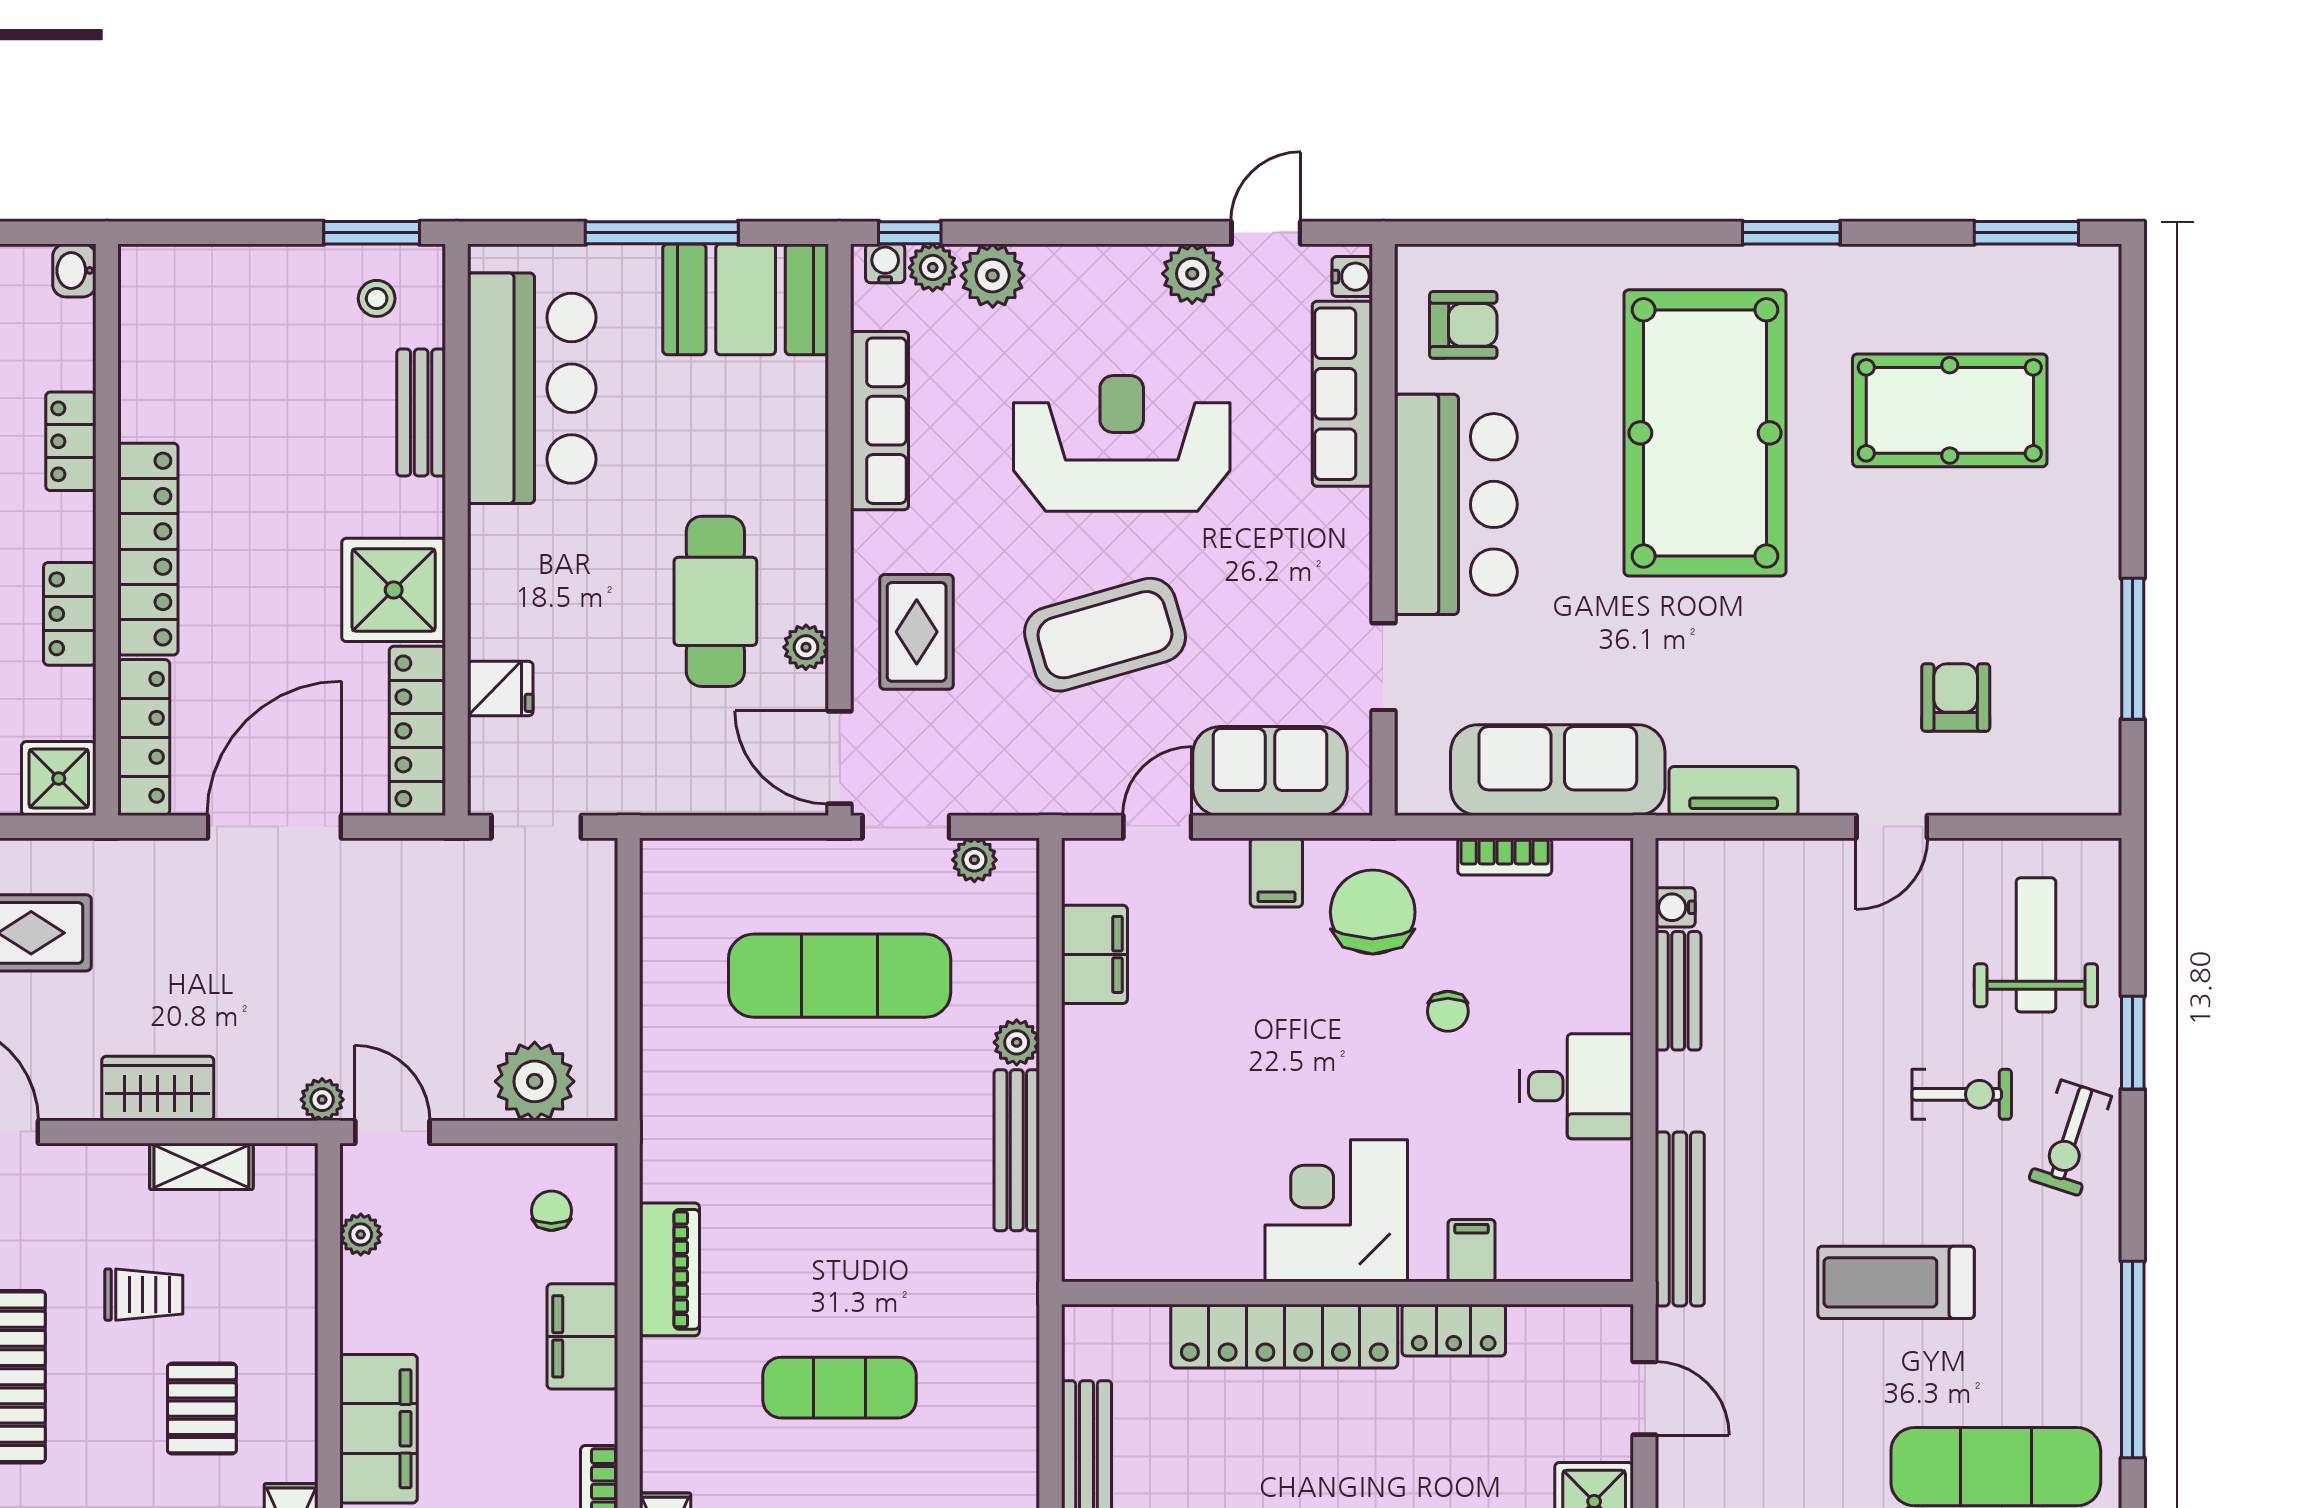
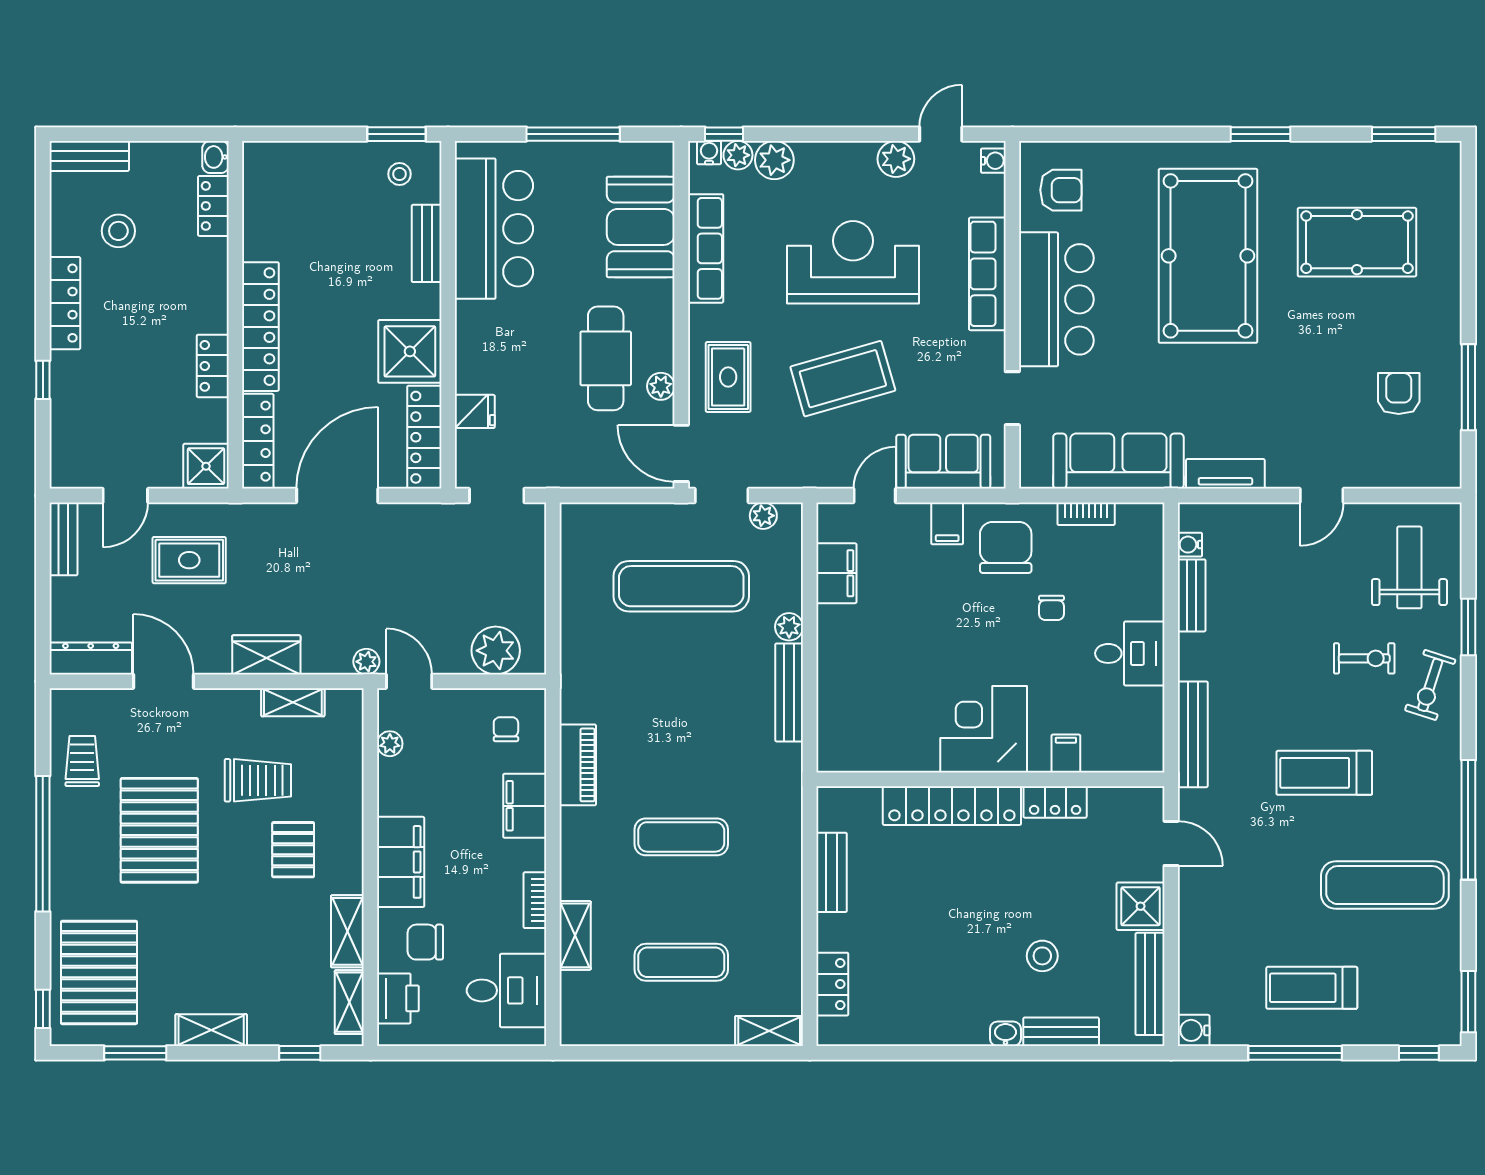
booth: (746, 299) -> (641, 227), moved, turned 90
row of seats: (1342, 394) -> (987, 274), moved
locker: (71, 441) -> (213, 206), moved
armchair: (1956, 698) -> (1399, 394), moved
trolley: (144, 1295) -> (258, 780), width x1.36, depth x1.39

